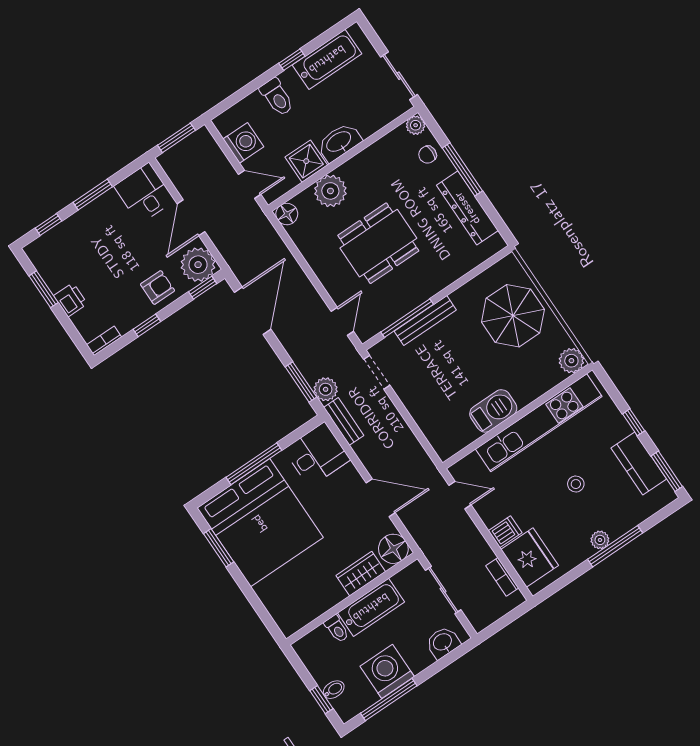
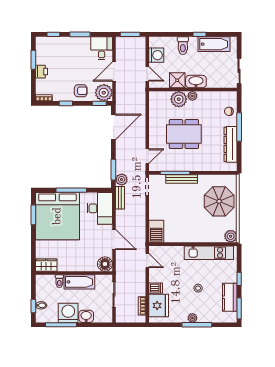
plant: (416, 125) -> (192, 96), moved
floor lamp: (287, 214) -> (154, 97), removed
barbecue: (493, 411) -> (156, 231), moved, turned 90
kitchen unit: (539, 423) -> (209, 253), width x0.73
desk: (317, 455) -> (100, 208), width x1.37
wardrobe: (361, 574) -> (46, 265), moved
washbasin: (443, 642) -> (86, 316), moved

